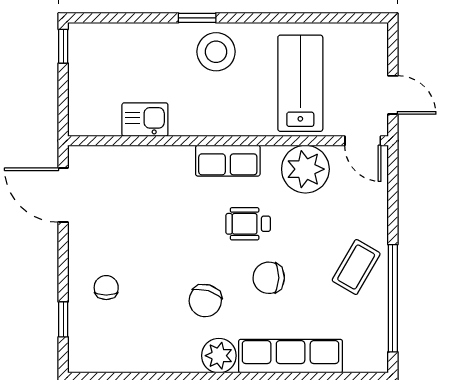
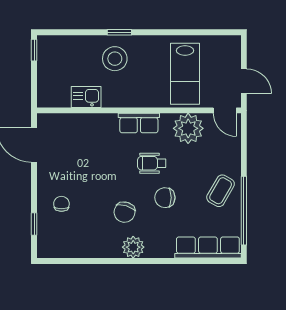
stool: (216, 52) -> (115, 59), moved
lab bench: (300, 83) -> (185, 74), turned 180
row of seats: (291, 356) -> (208, 247), moved

